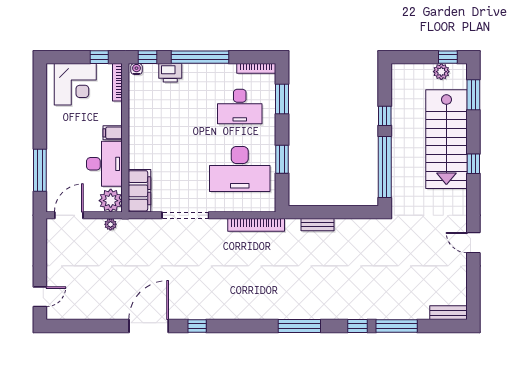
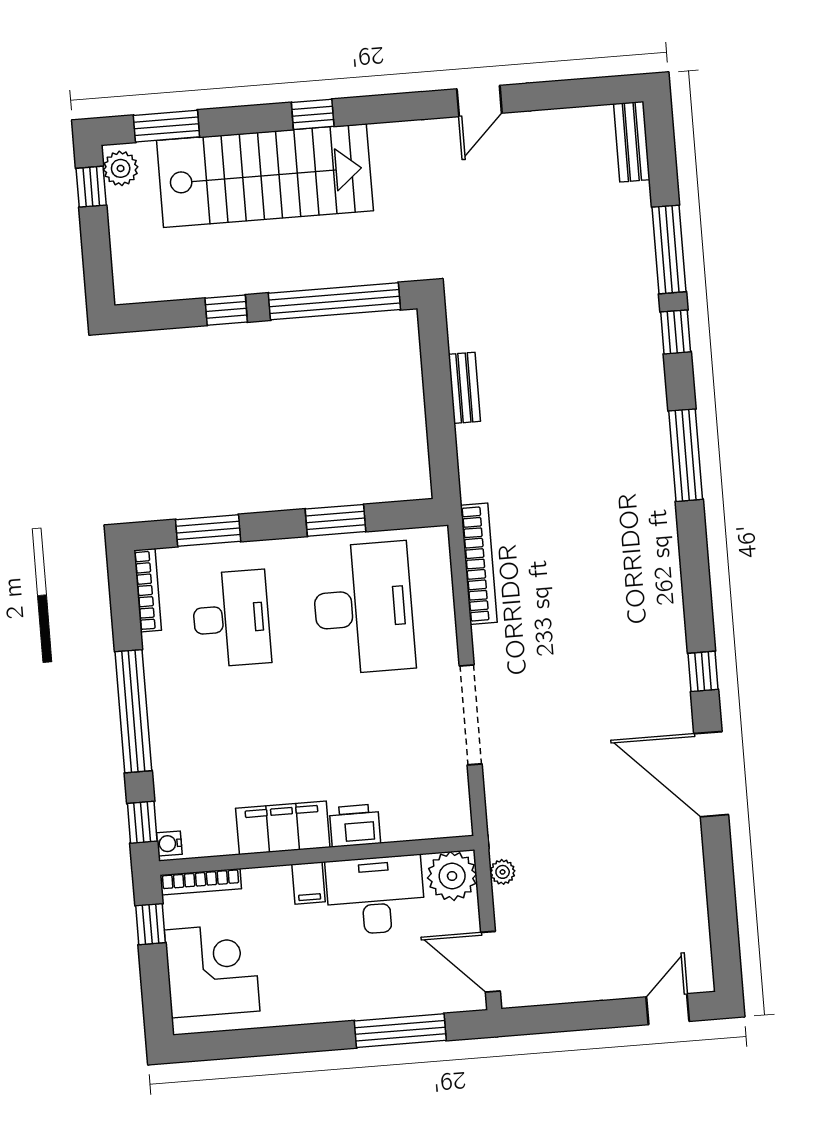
plant: (441, 72) -> (121, 168), moved
printer: (170, 73) -> (355, 826), moved, turned -90
filing cabinet: (140, 191) -> (283, 828), moved
bench: (317, 225) -> (464, 388), moved
door: (40, 297) -> (668, 1009), hinge flipped

